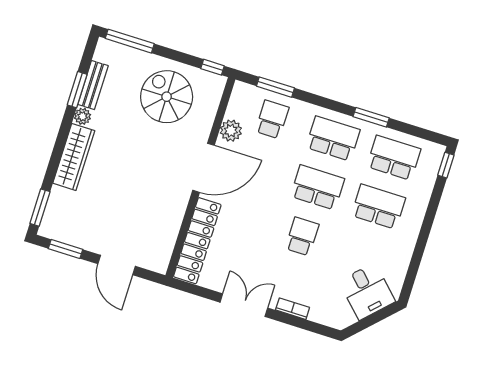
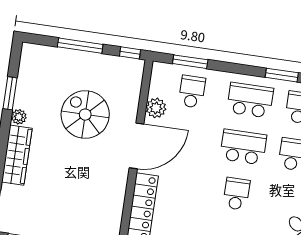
window: (130, 41) -> (80, 46), moved
bench: (93, 85) -> (24, 87), removed
spiral stairs: (167, 97) -> (85, 115), moved

